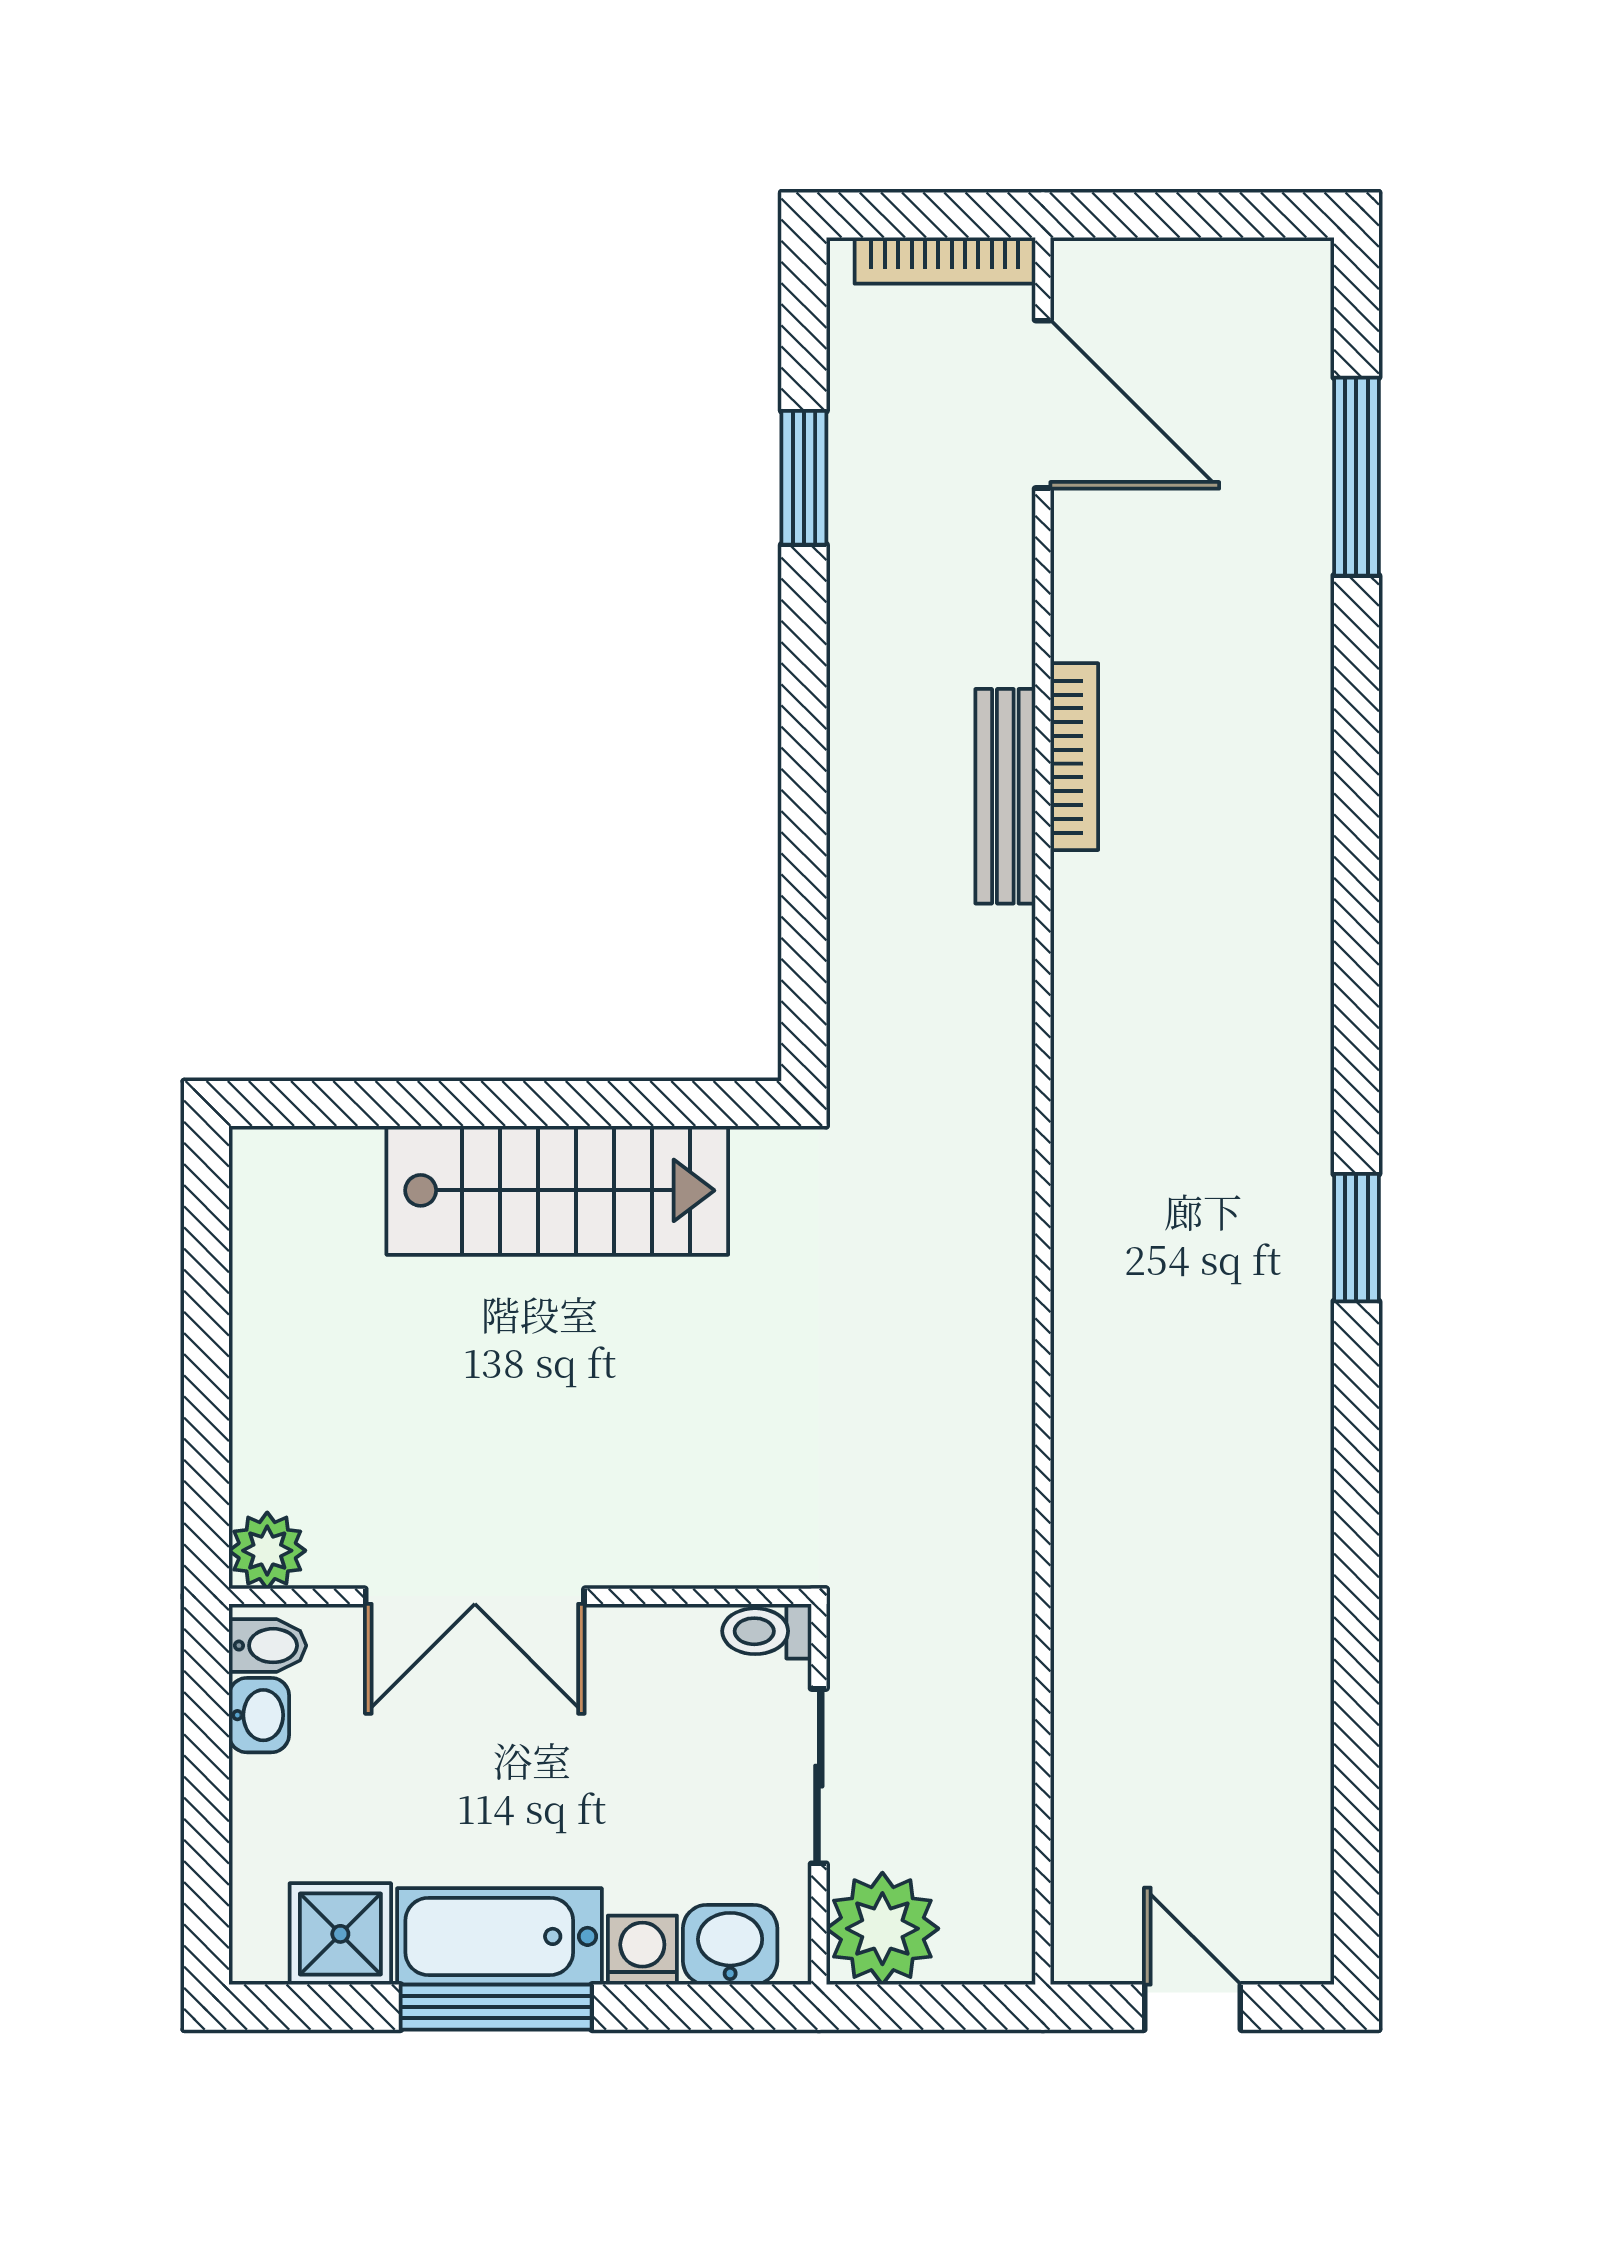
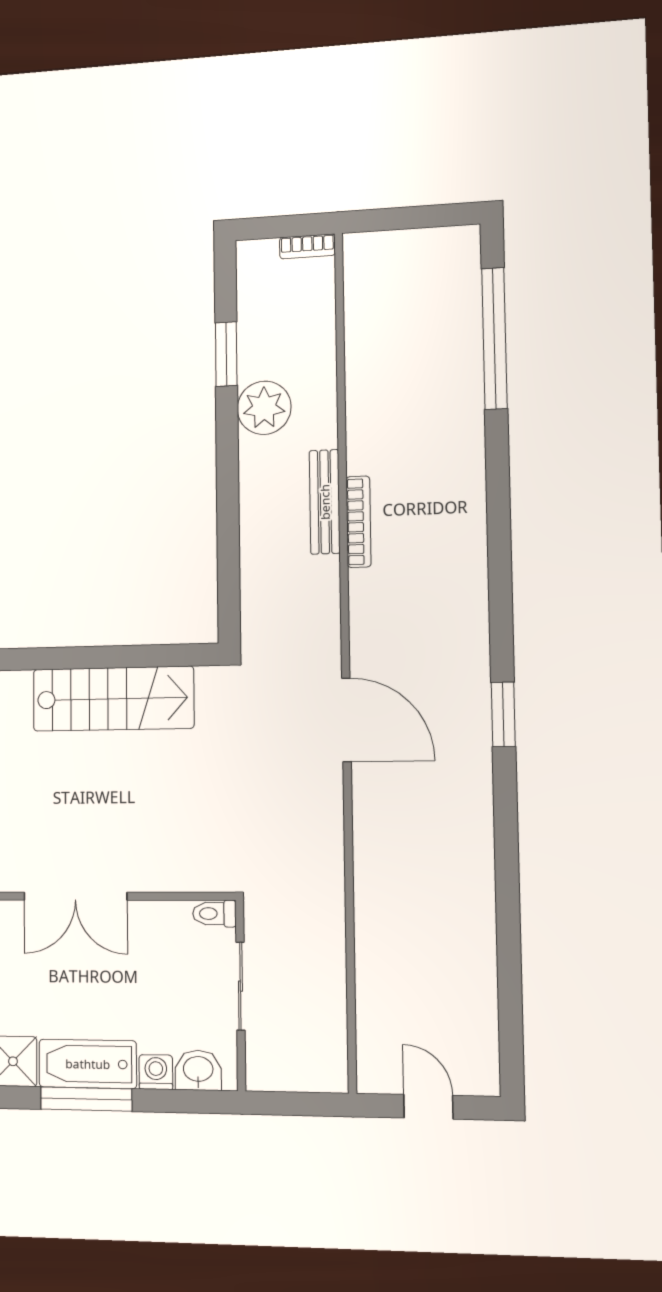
bookcase: (945, 260) -> (307, 246), width x0.64
door: (1043, 404) -> (346, 720), moved
window: (1356, 477) -> (494, 338), width x1.46
bookcase: (1074, 757) -> (359, 522), moved
plant: (882, 1929) -> (264, 408), moved

